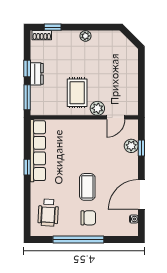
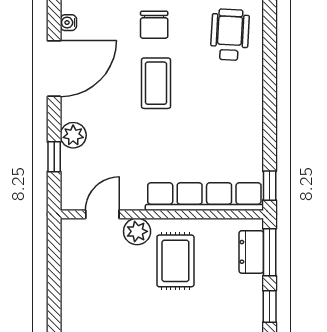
dresser: (37, 74) -> (251, 252), moved
plant: (131, 146) -> (73, 135), moved
row of seats: (38, 151) -> (204, 197), moved, turned 90
window: (27, 167) -> (270, 186), moved
chair: (88, 218) -> (154, 25), turned -90

